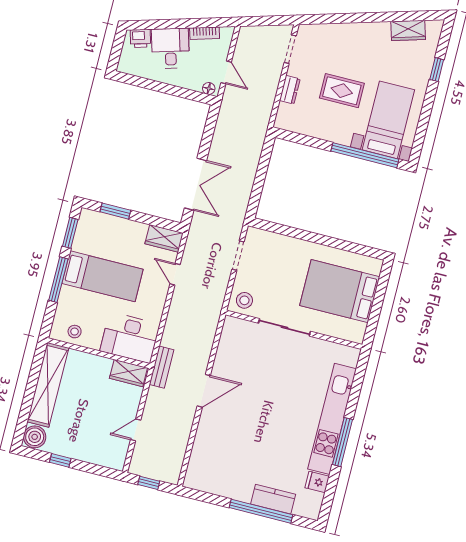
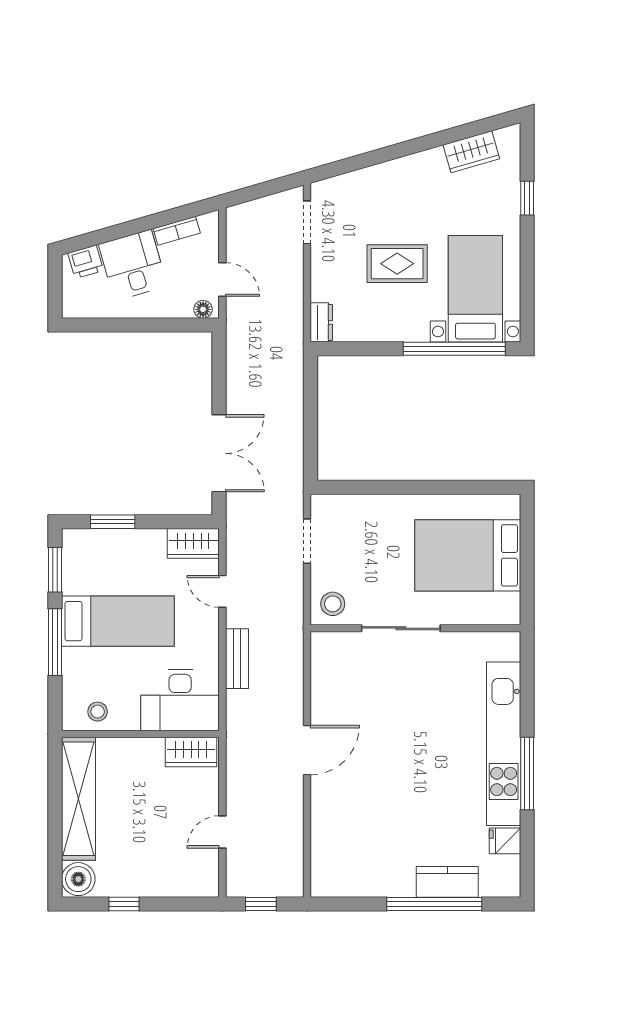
dresser: (290, 90) -> (321, 322), moved
bench: (162, 367) -> (237, 659), moved

